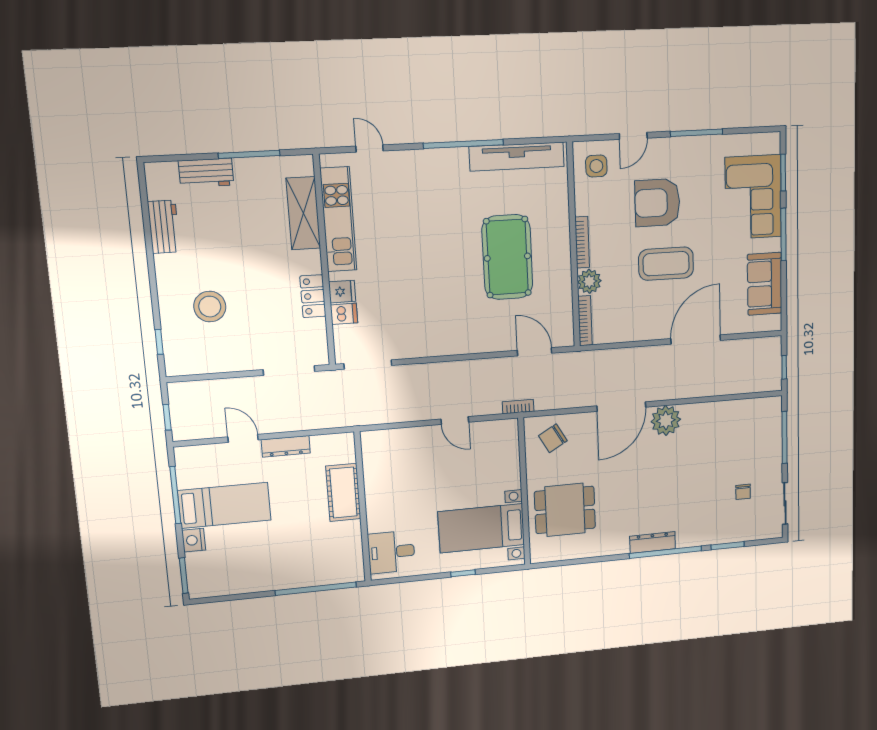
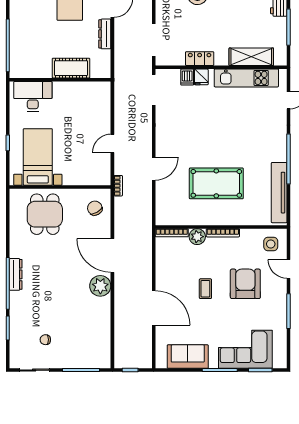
coffee table: (666, 264) -> (205, 289), width x0.54, depth x0.58
door: (535, 352) -> (154, 169), moved
desk: (391, 552) -> (33, 96), width x1.37

